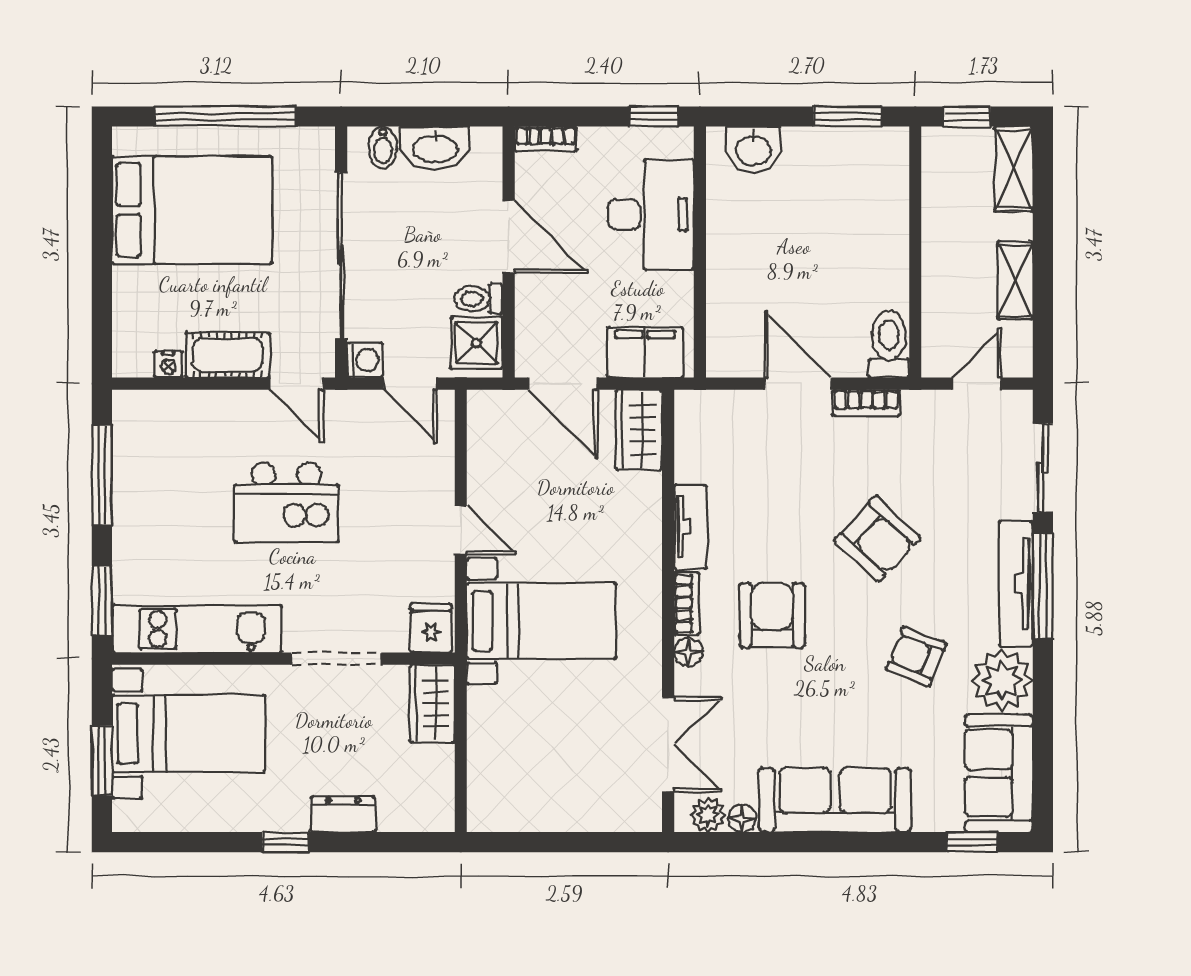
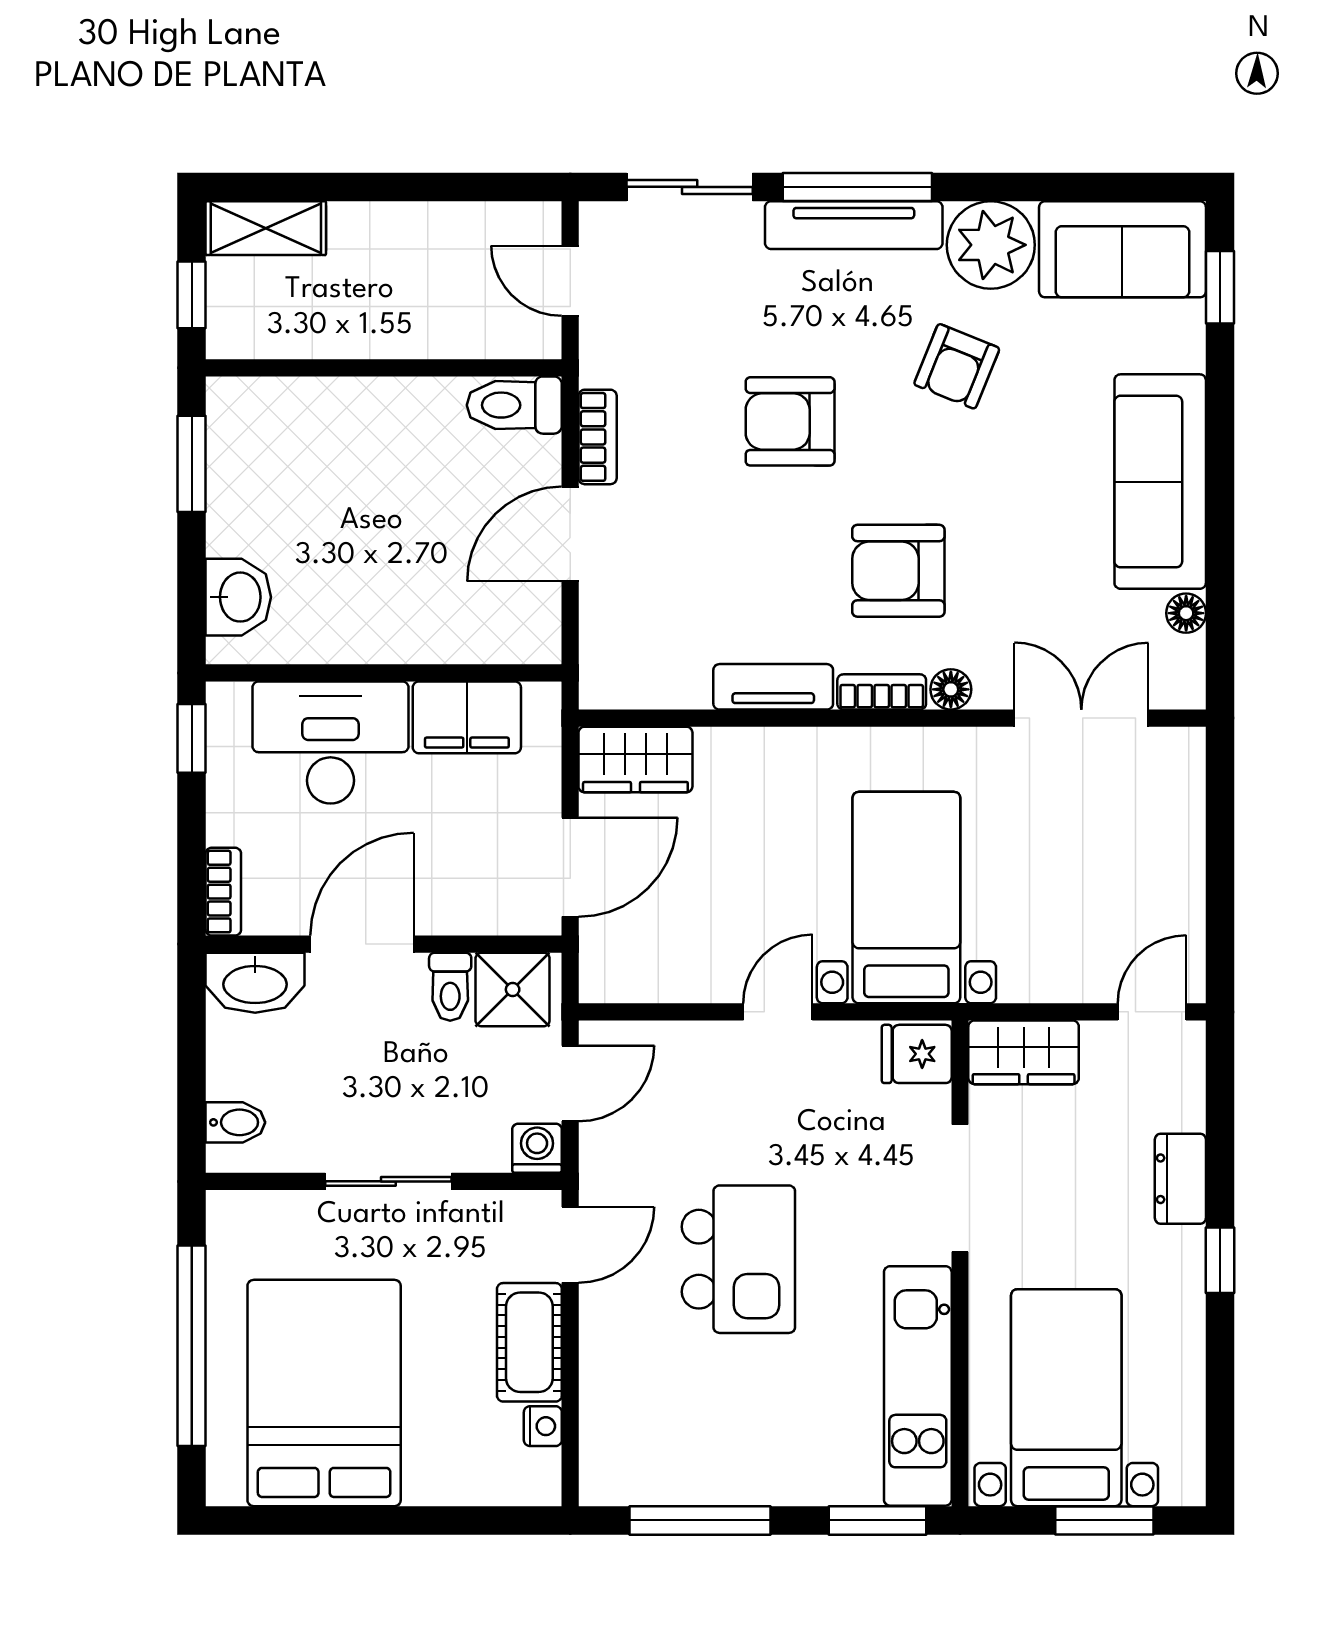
washbasin: (435, 148) -> (255, 983), moved, turned 90
sliding door: (341, 255) -> (388, 1181), width x0.54
shelving: (1015, 280) -> (424, 226), removed
filing cabinet: (645, 352) -> (467, 717), moved, turned -90
armchair: (877, 539) -> (790, 421), turned -133
door: (461, 794) -> (1152, 1012), added
plant: (708, 815) -> (1182, 662), removed

